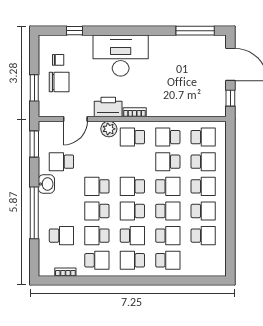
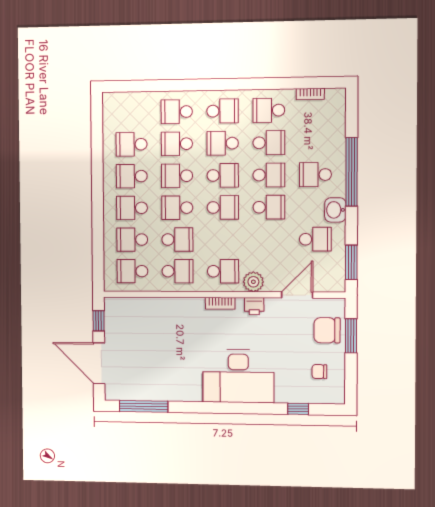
chair: (59, 82) -> (327, 330), moved
printer: (108, 107) -> (254, 306), width x0.53, depth x0.68
school desk: (61, 236) -> (315, 175), moved

